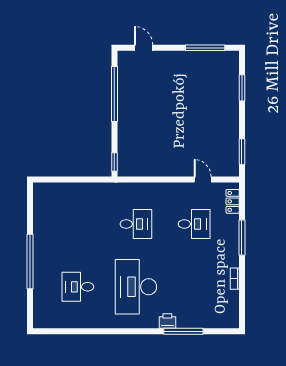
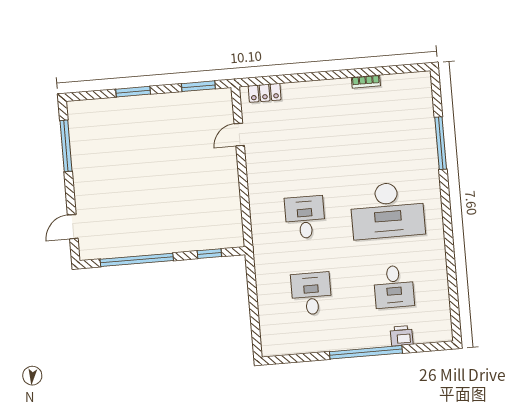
window: (242, 88) -> (133, 92), moved
window: (114, 162) -> (209, 254), moved
desk: (194, 224) -> (311, 294), moved
window: (242, 238) -> (311, 77), removed
printer: (167, 321) -> (402, 336), moved, turned 90

